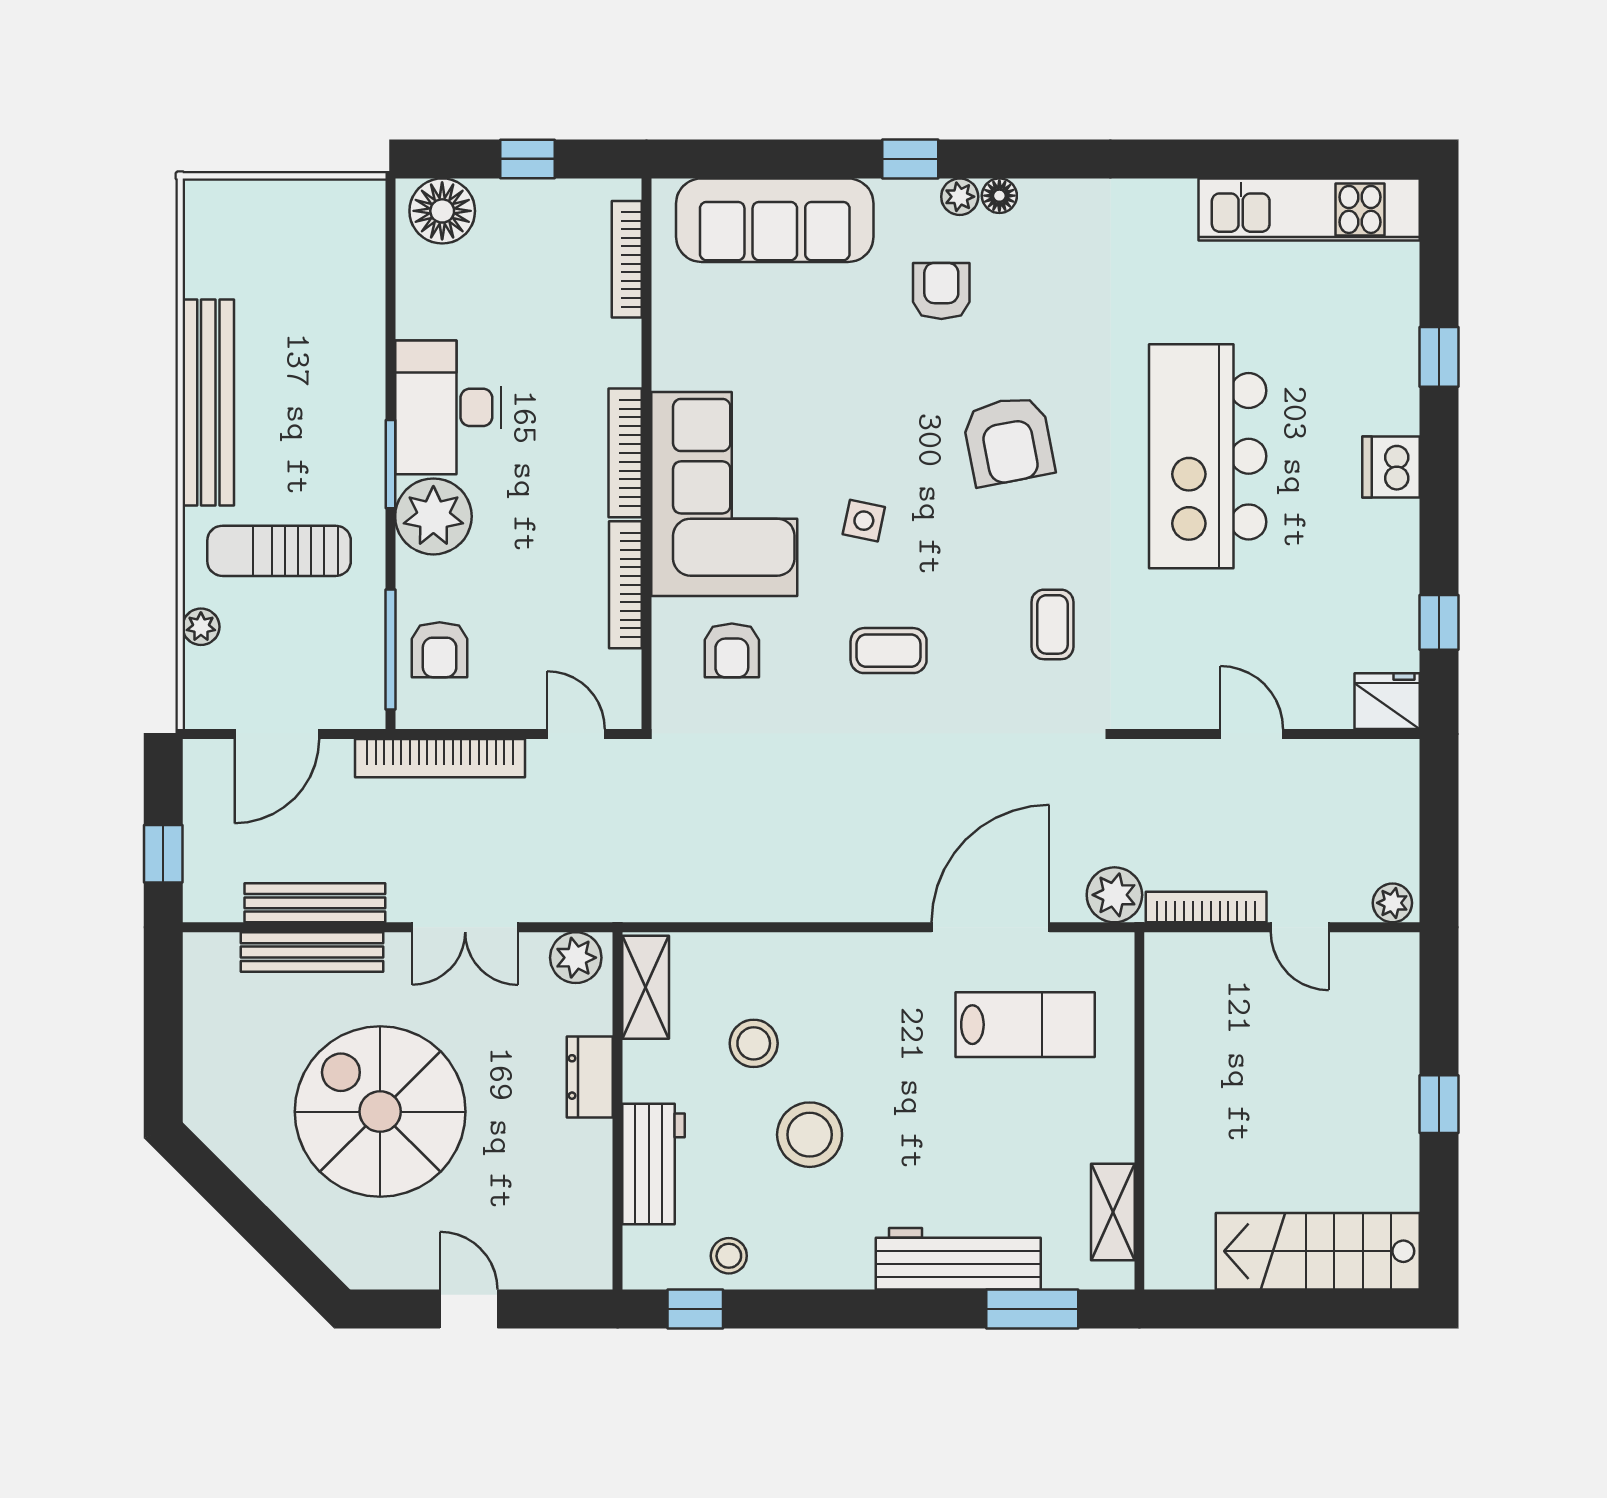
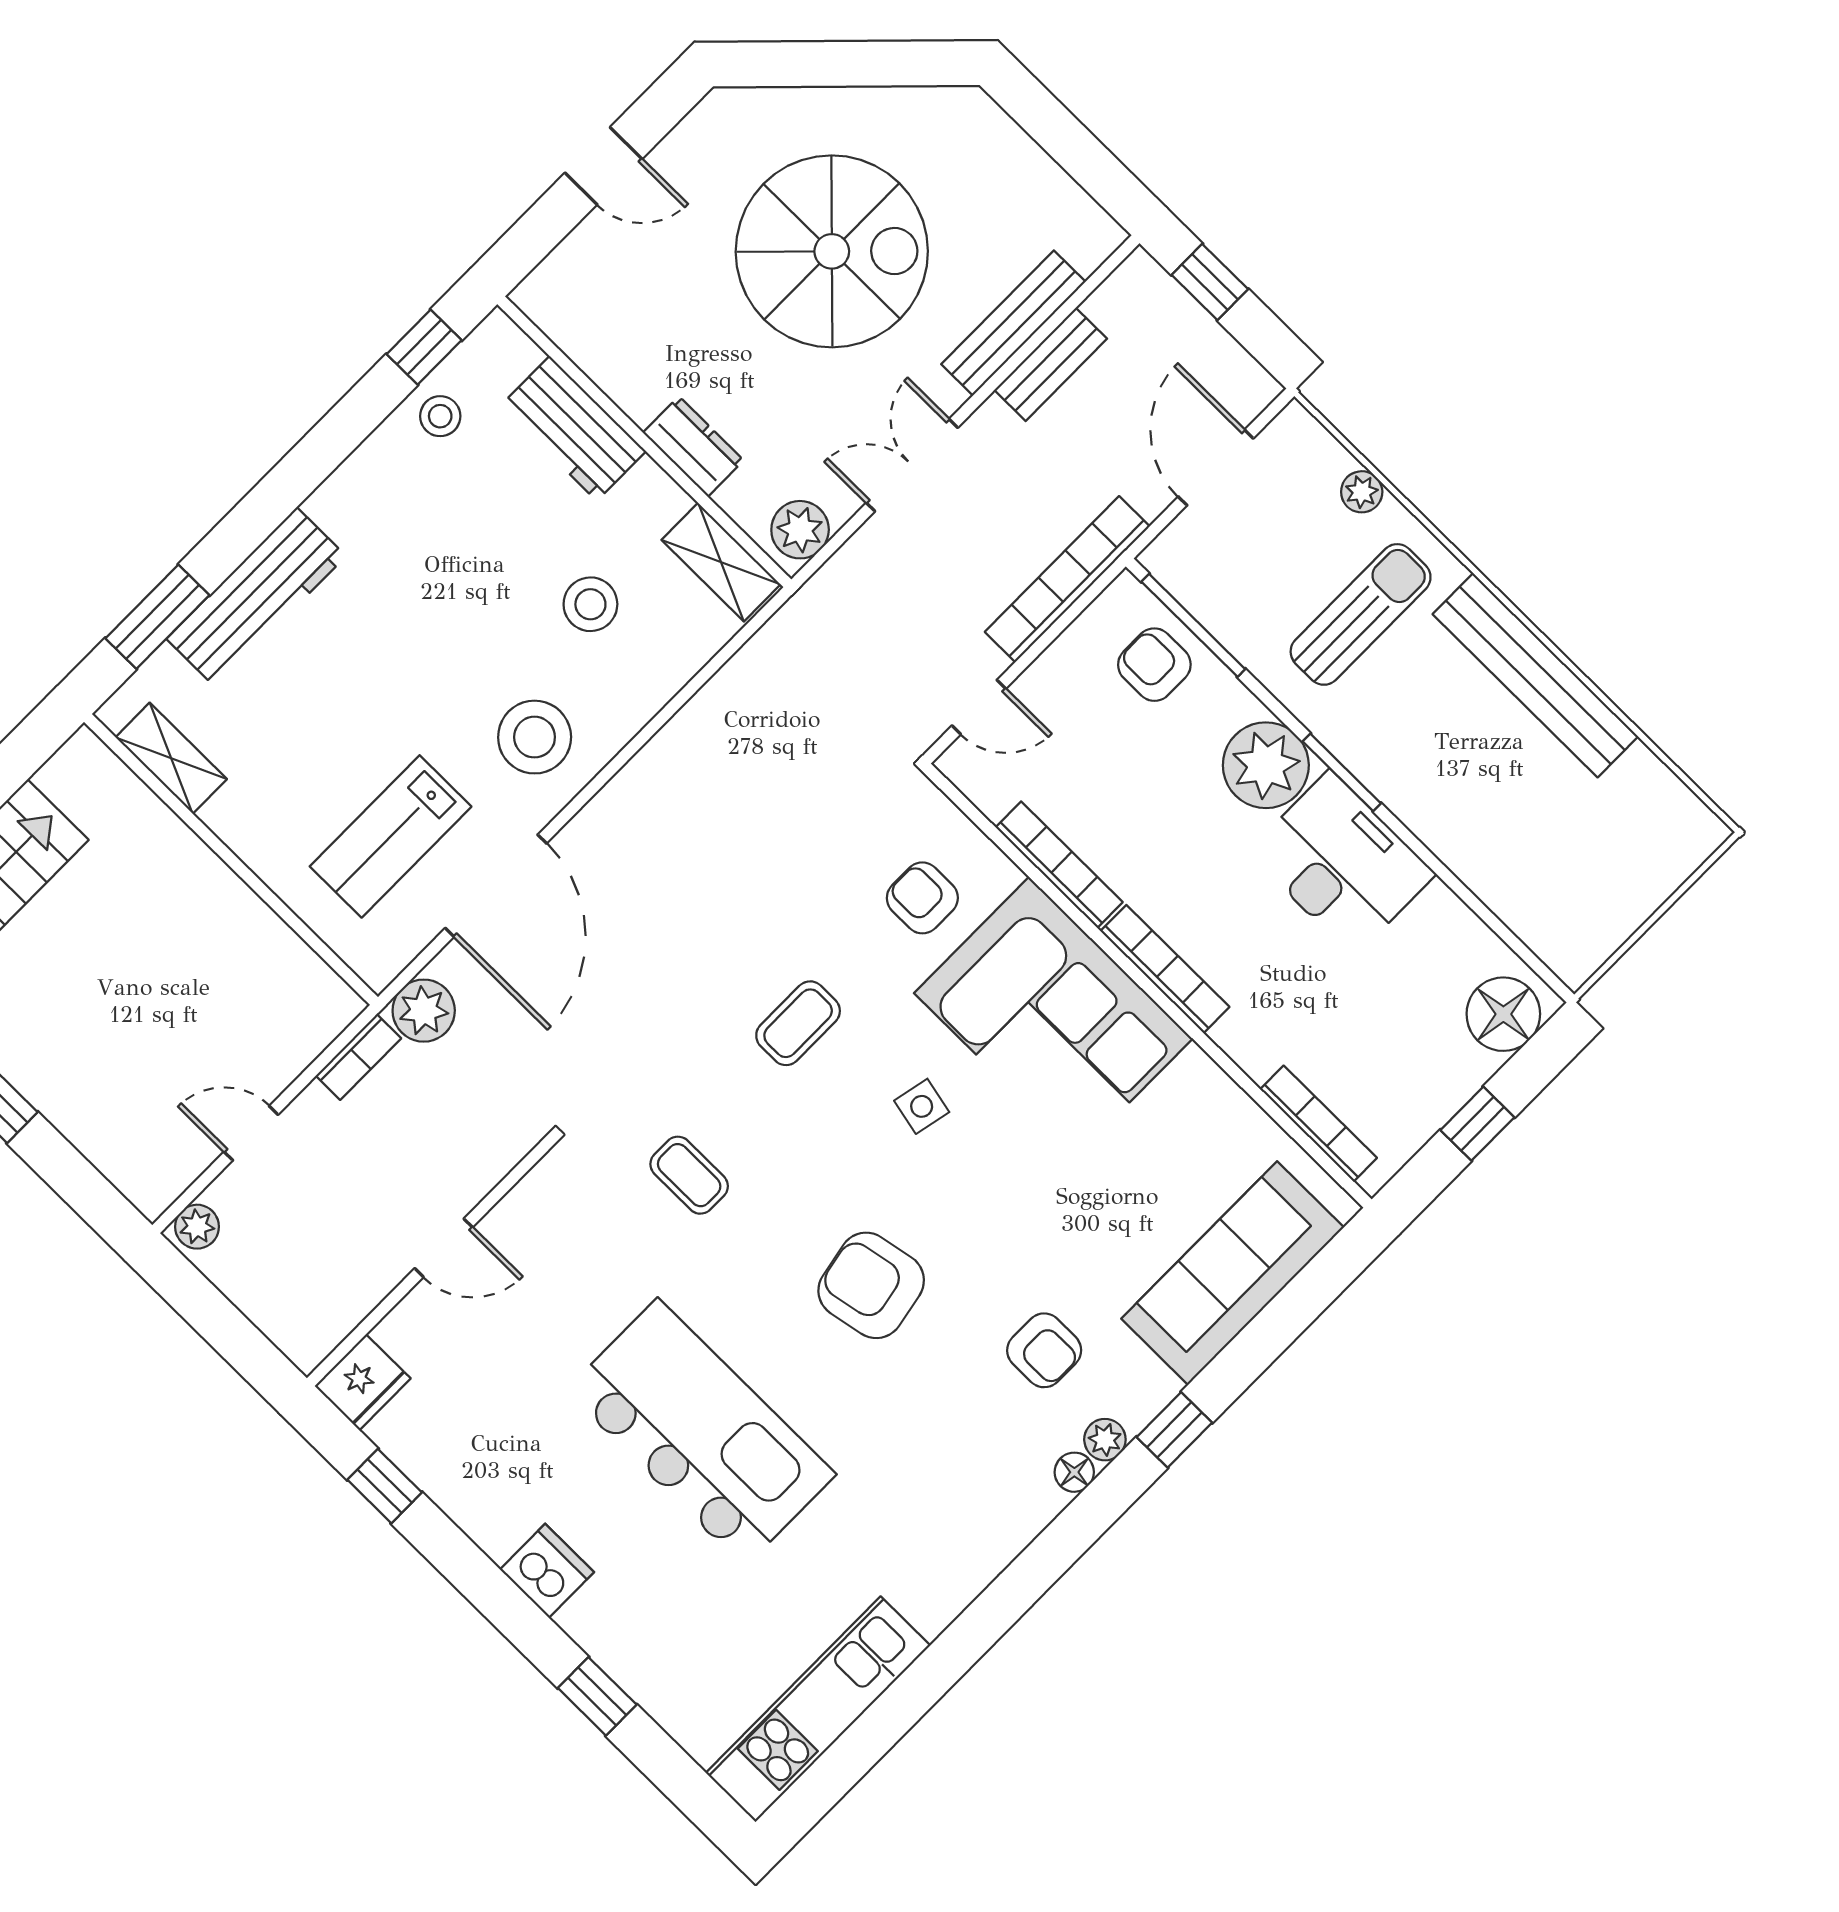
bench: (315, 903) -> (1051, 364), width x0.73
bookcase: (1206, 907) -> (358, 1057), width x0.64
stool: (810, 1135) -> (535, 737), moved

